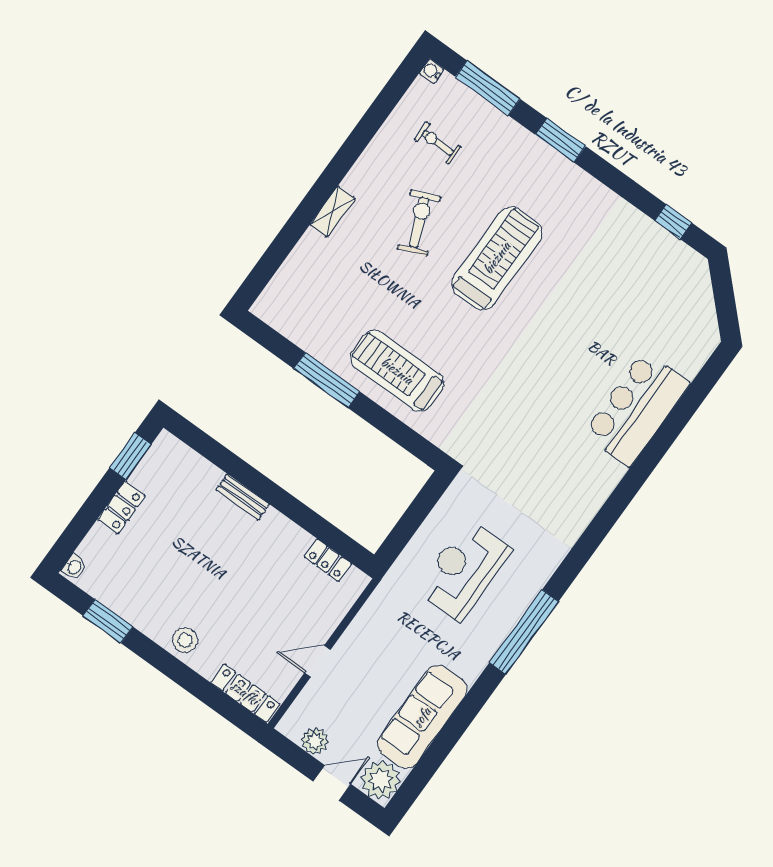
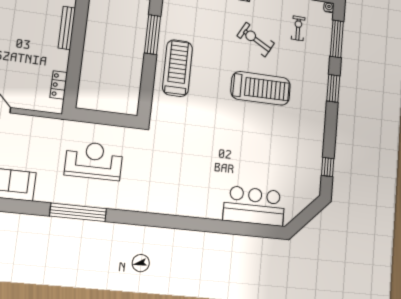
exercise bike: (419, 223) -> (256, 40), turned -128
bar counter: (636, 409) -> (254, 206), moved
bench: (243, 497) -> (67, 28), width x1.36

